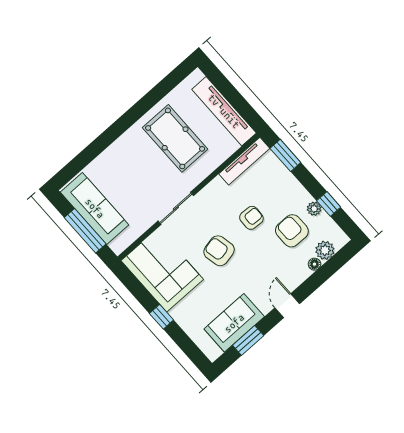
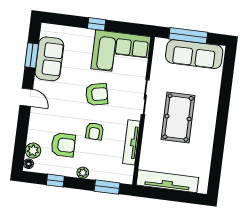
pool table: (175, 138) -> (178, 118), moved, turned 90
tv unit: (244, 161) -> (131, 142), moved
plant: (314, 209) -> (83, 173), moved
floor lamp: (314, 264) -> (29, 164), moved

